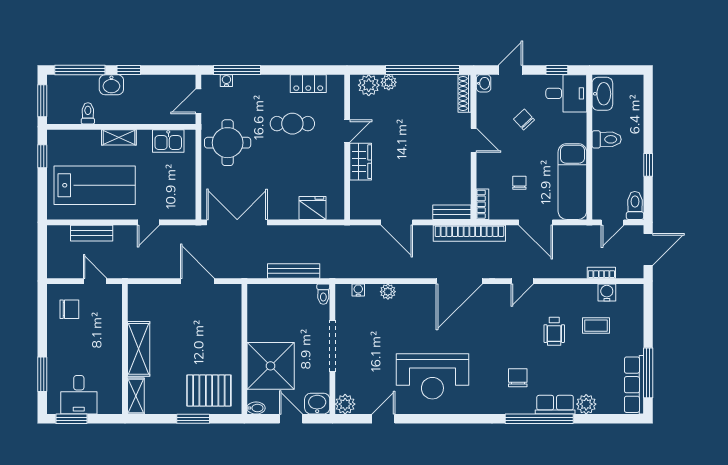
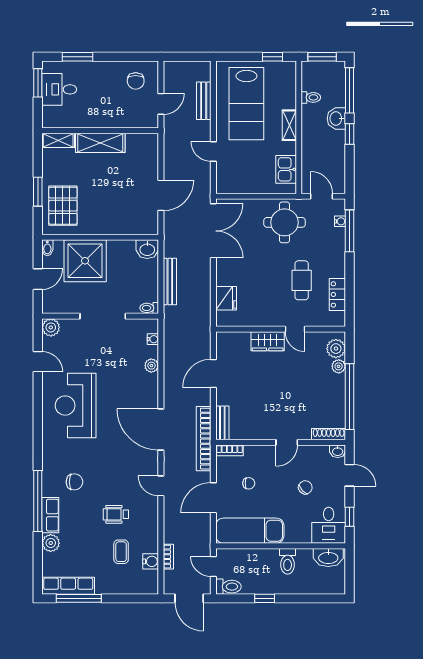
washbasin: (317, 404) -> (147, 249), moved, turned 90

